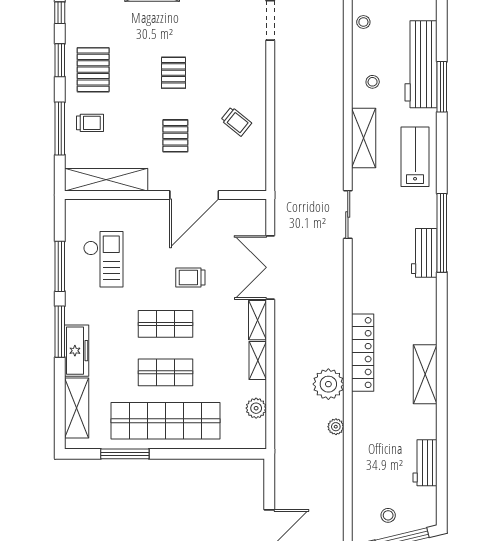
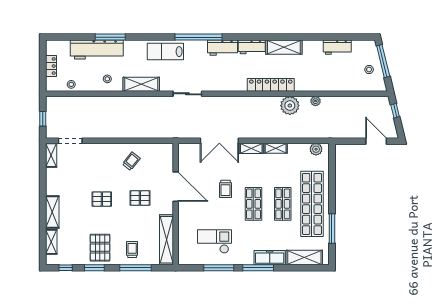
pallet: (93, 70) -> (100, 248), turned 90
lab bench: (415, 157) -> (165, 52), moved
workbench: (424, 253) -> (223, 48), moved
workbench: (426, 321) -> (252, 47), added
plant: (256, 408) -> (316, 149), moved

